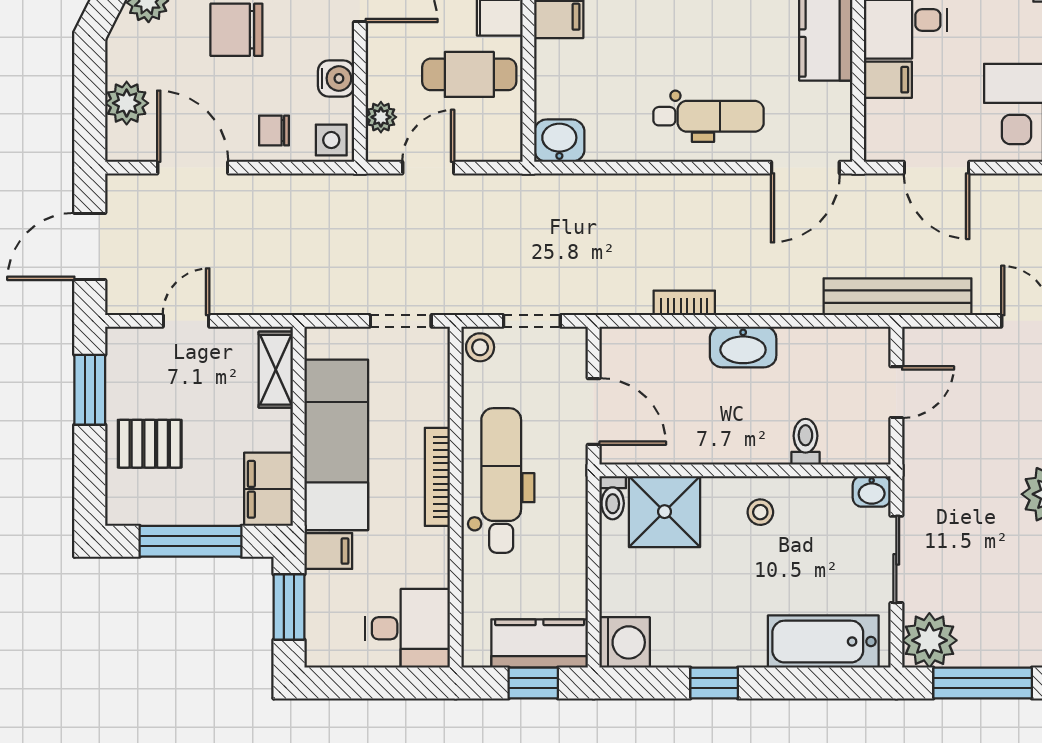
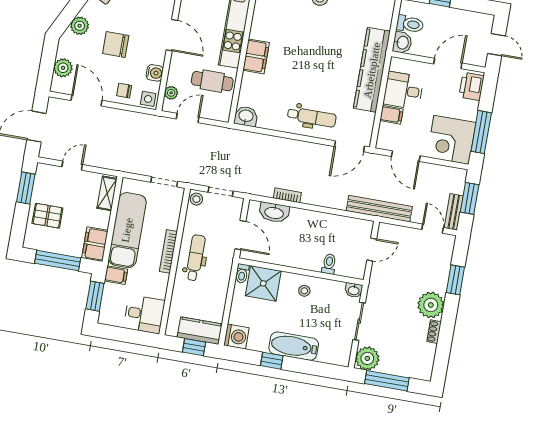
washbasin: (743, 347) -> (274, 212), moved
dental chair: (501, 480) -> (196, 258), width x0.73, depth x0.72
bathtub: (823, 642) -> (294, 346), moved

